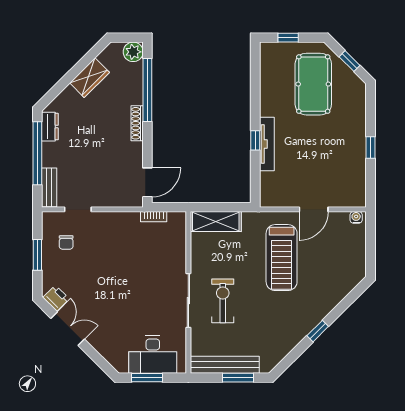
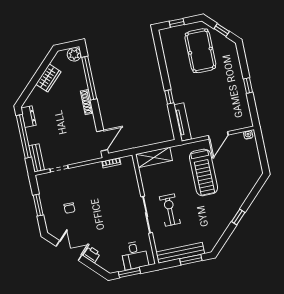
tv unit: (267, 144) -> (183, 122), moved
chair: (66, 242) -> (69, 208), moved
printer: (56, 298) -> (92, 255), moved
desk: (153, 355) -> (134, 255), width x0.73

